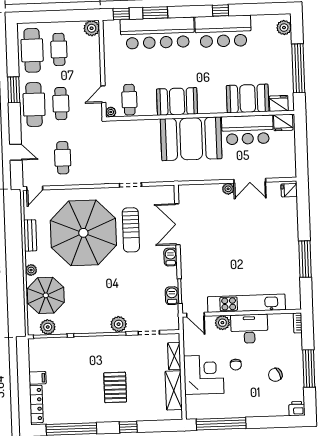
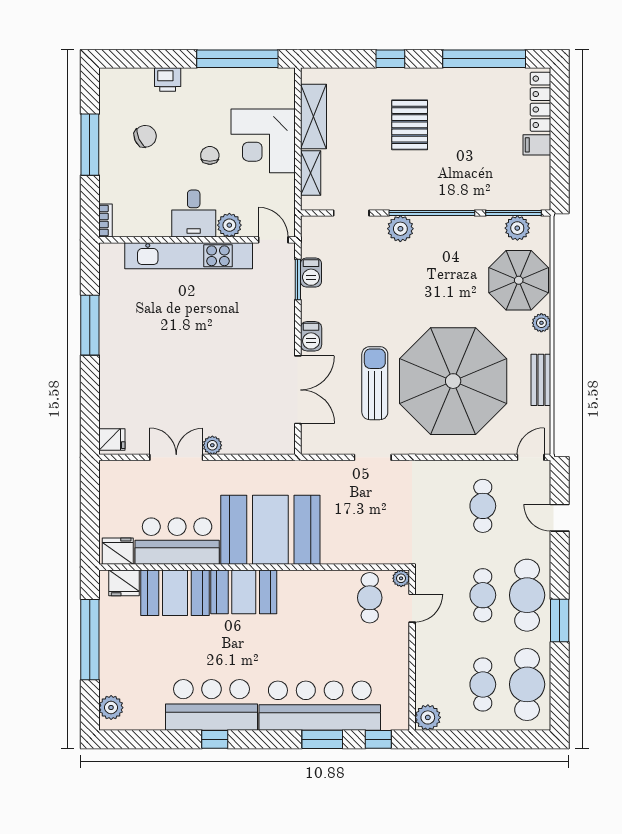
booth: (177, 101) -> (244, 592), moved
desk: (249, 329) -> (194, 214), width x0.73
printer: (297, 409) -> (168, 79), moved

